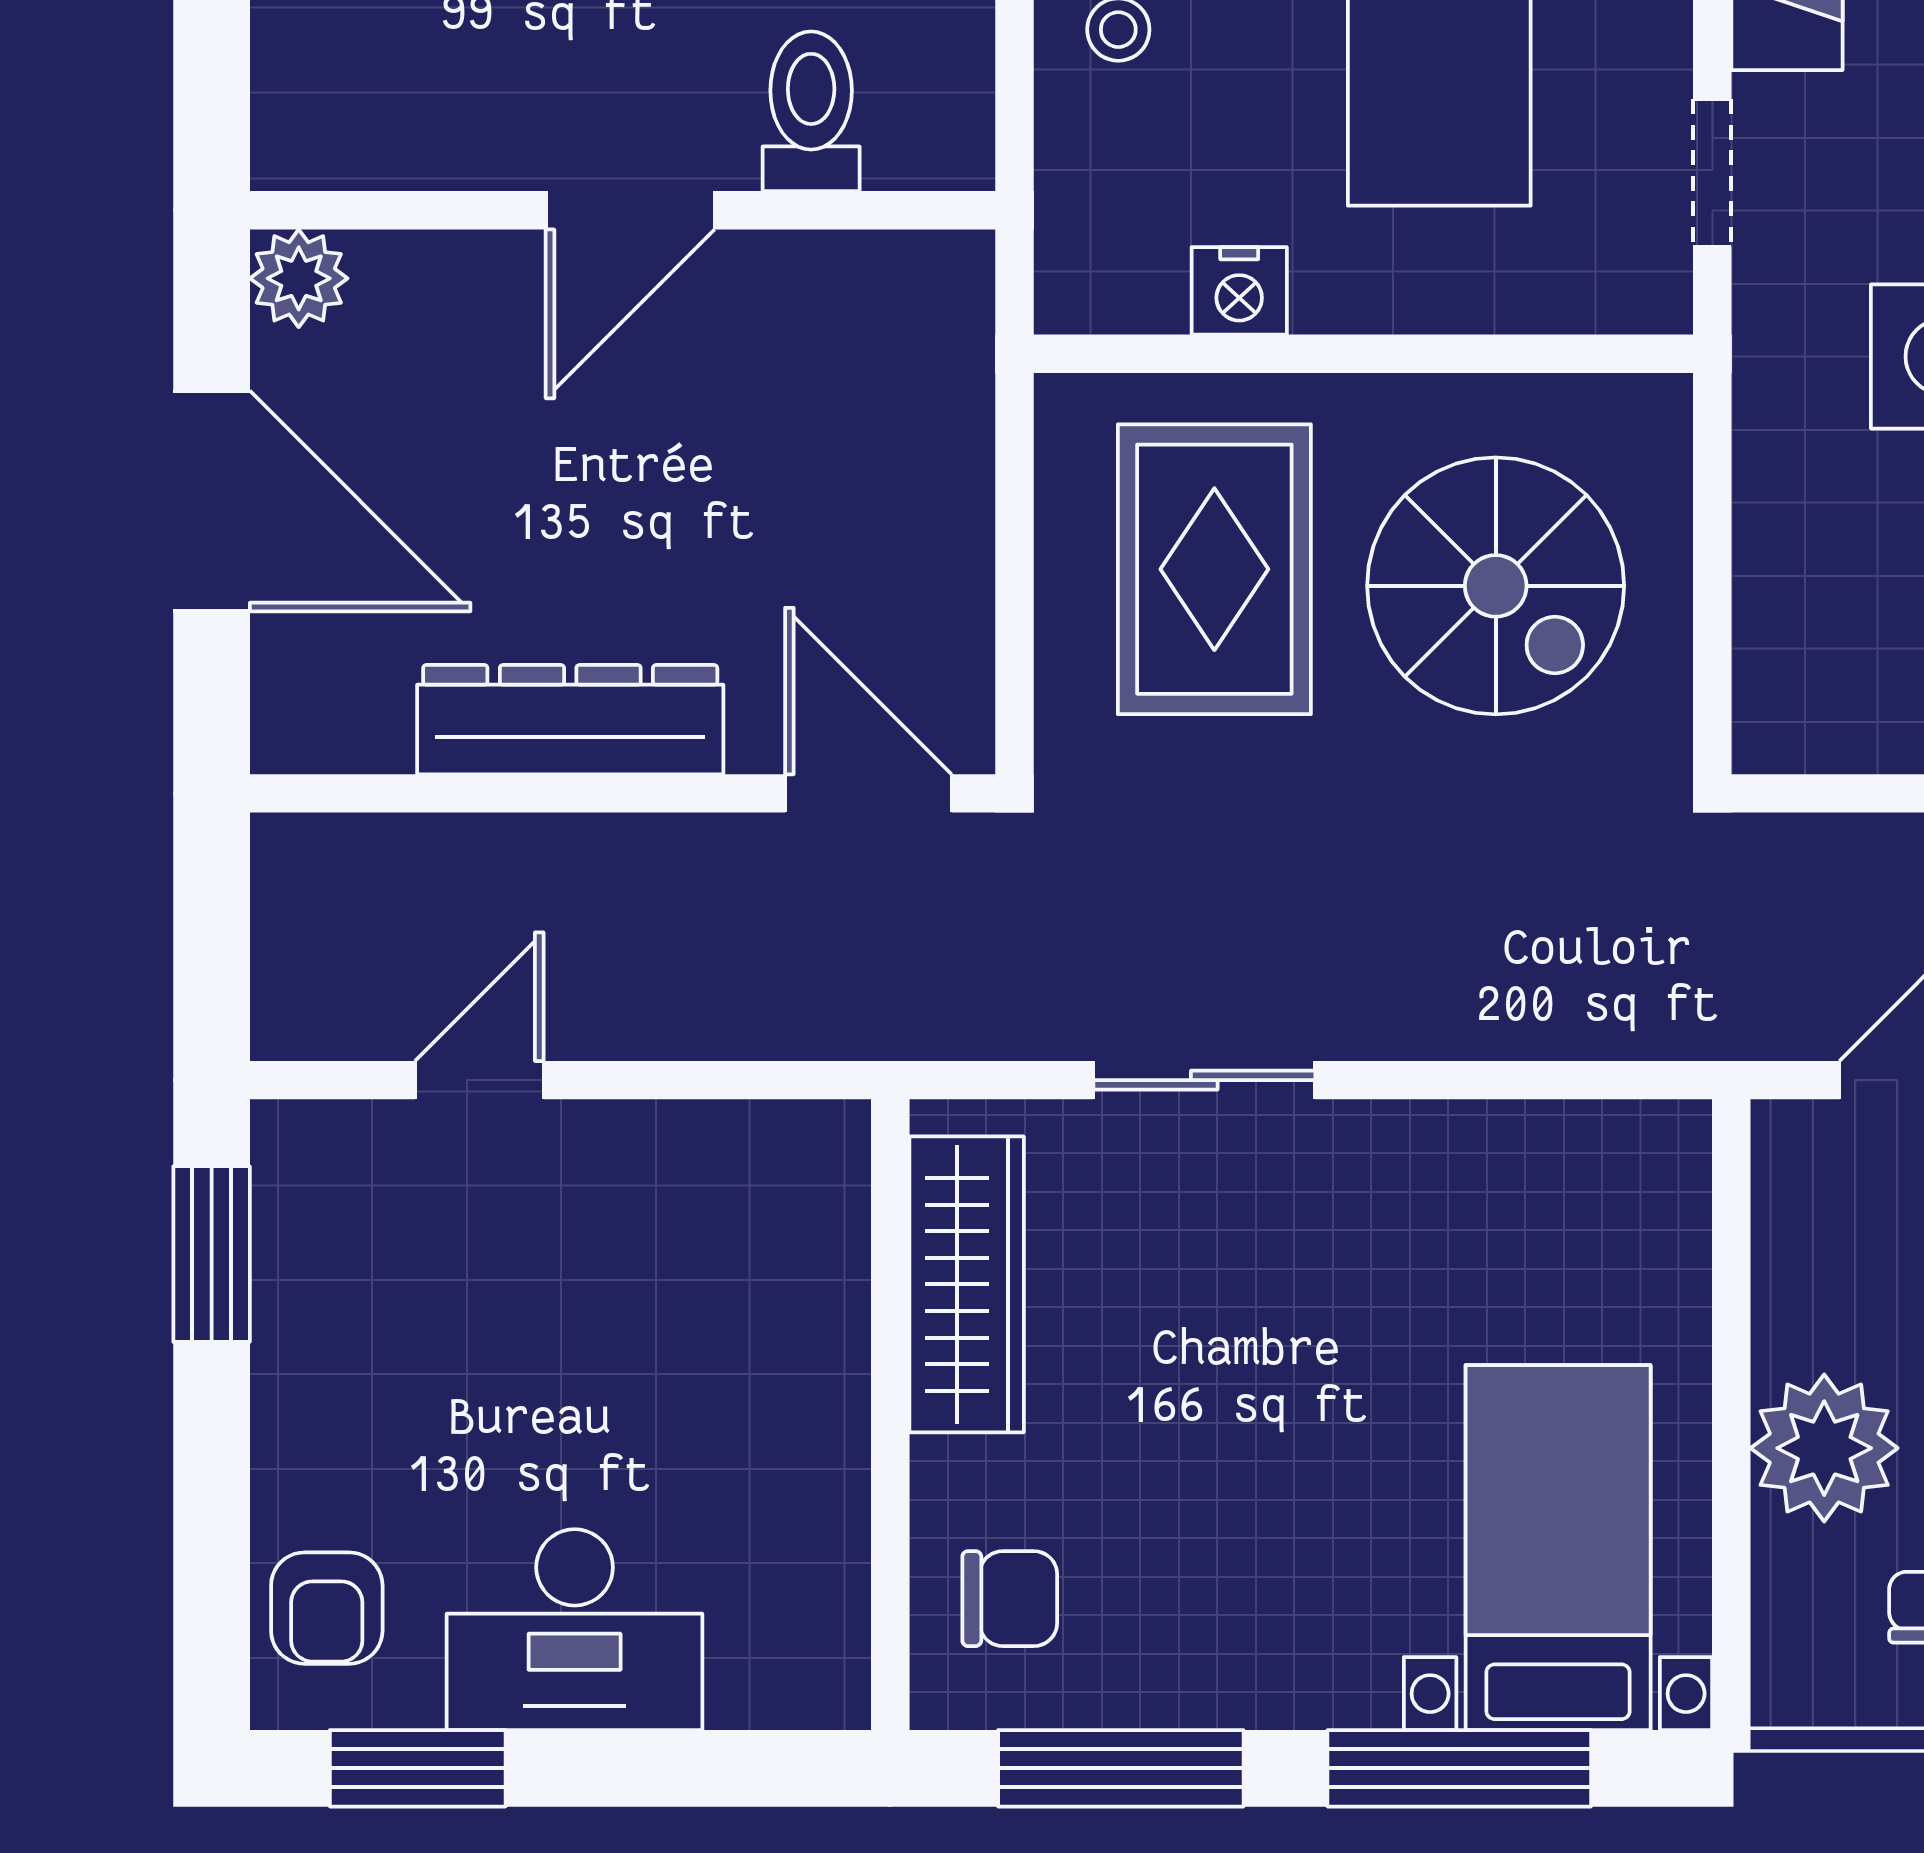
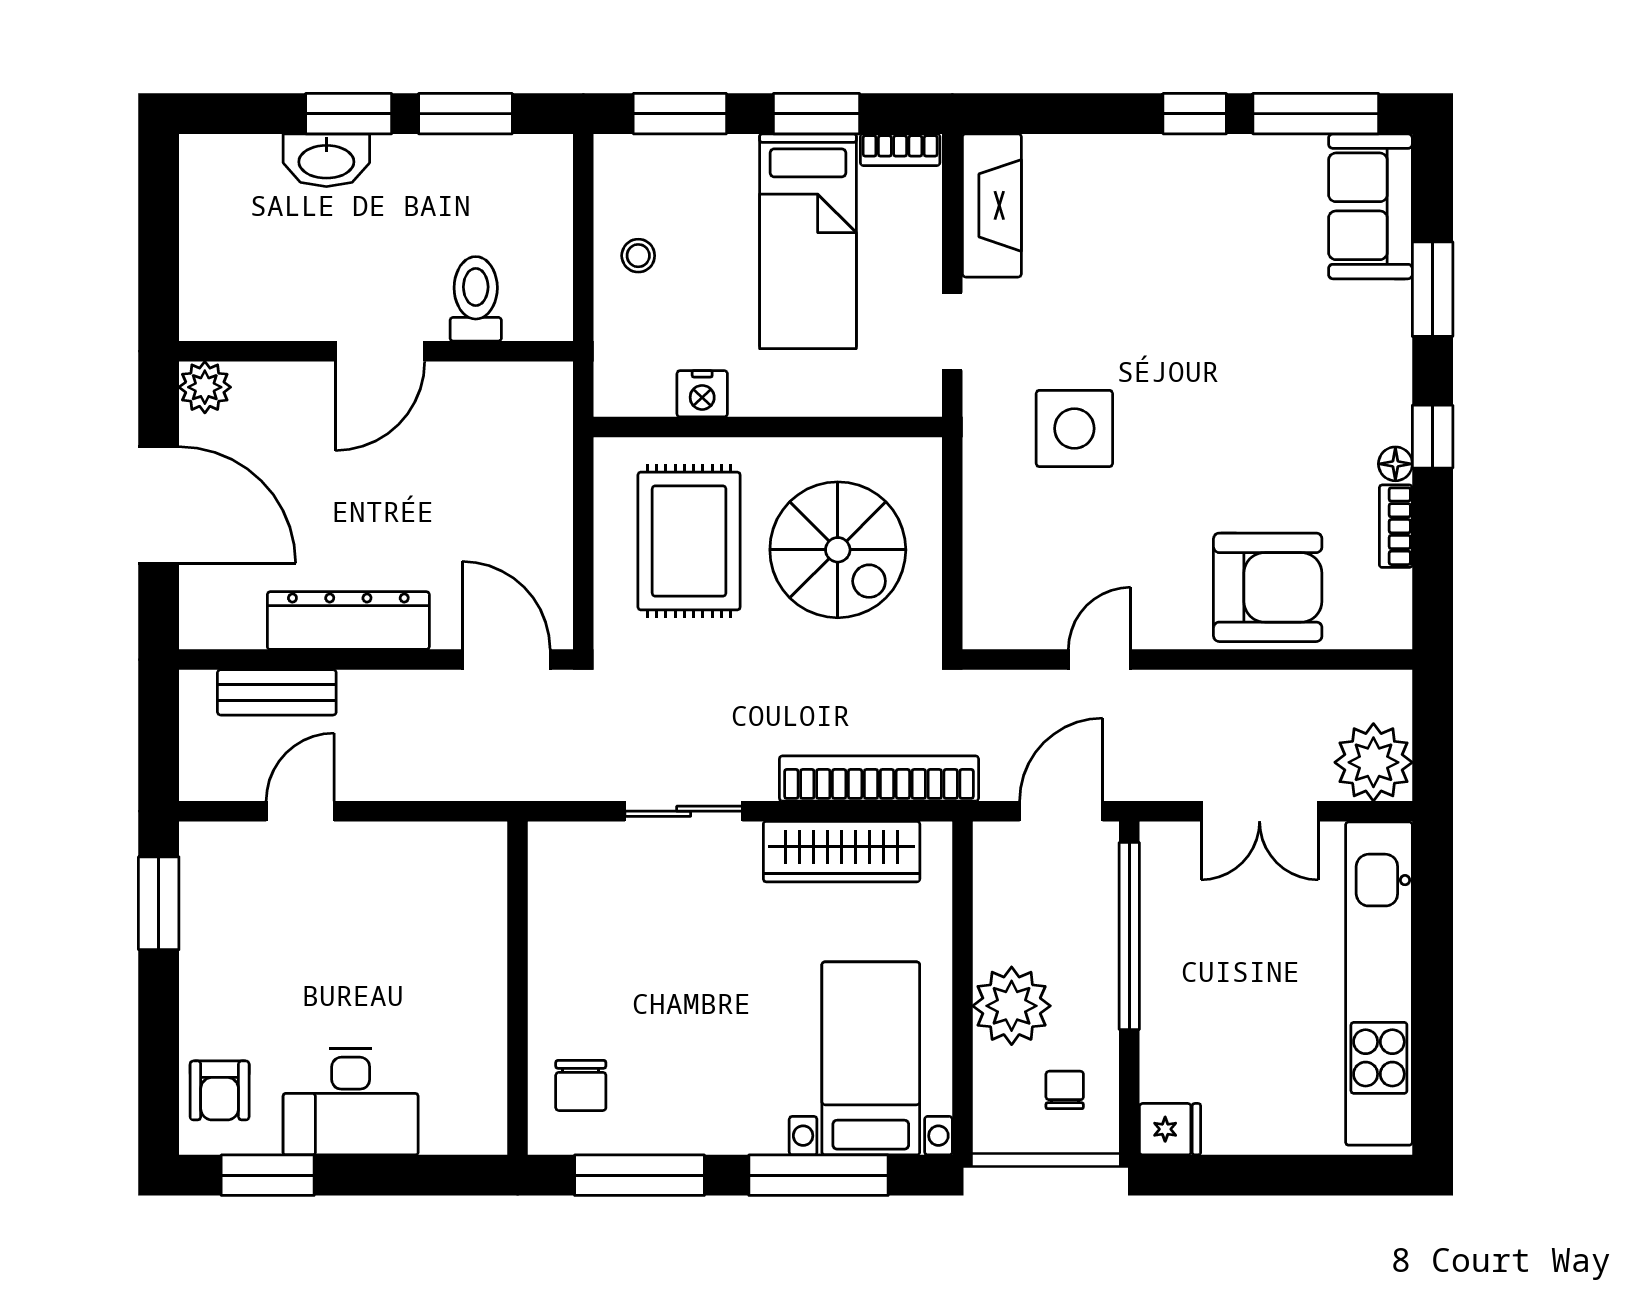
bench: (435, 855) -> (277, 692), added
bookcase: (1574, 1018) -> (879, 778), added
wardrobe: (967, 1284) -> (842, 852), moved, turned 90
chair: (1010, 1599) -> (581, 1085), turned 90

